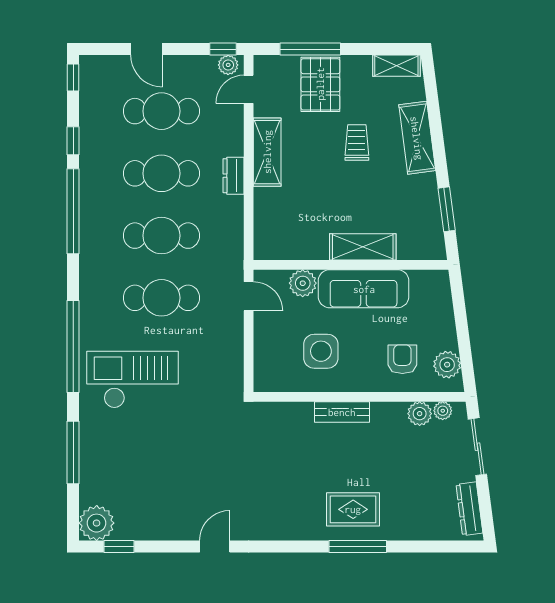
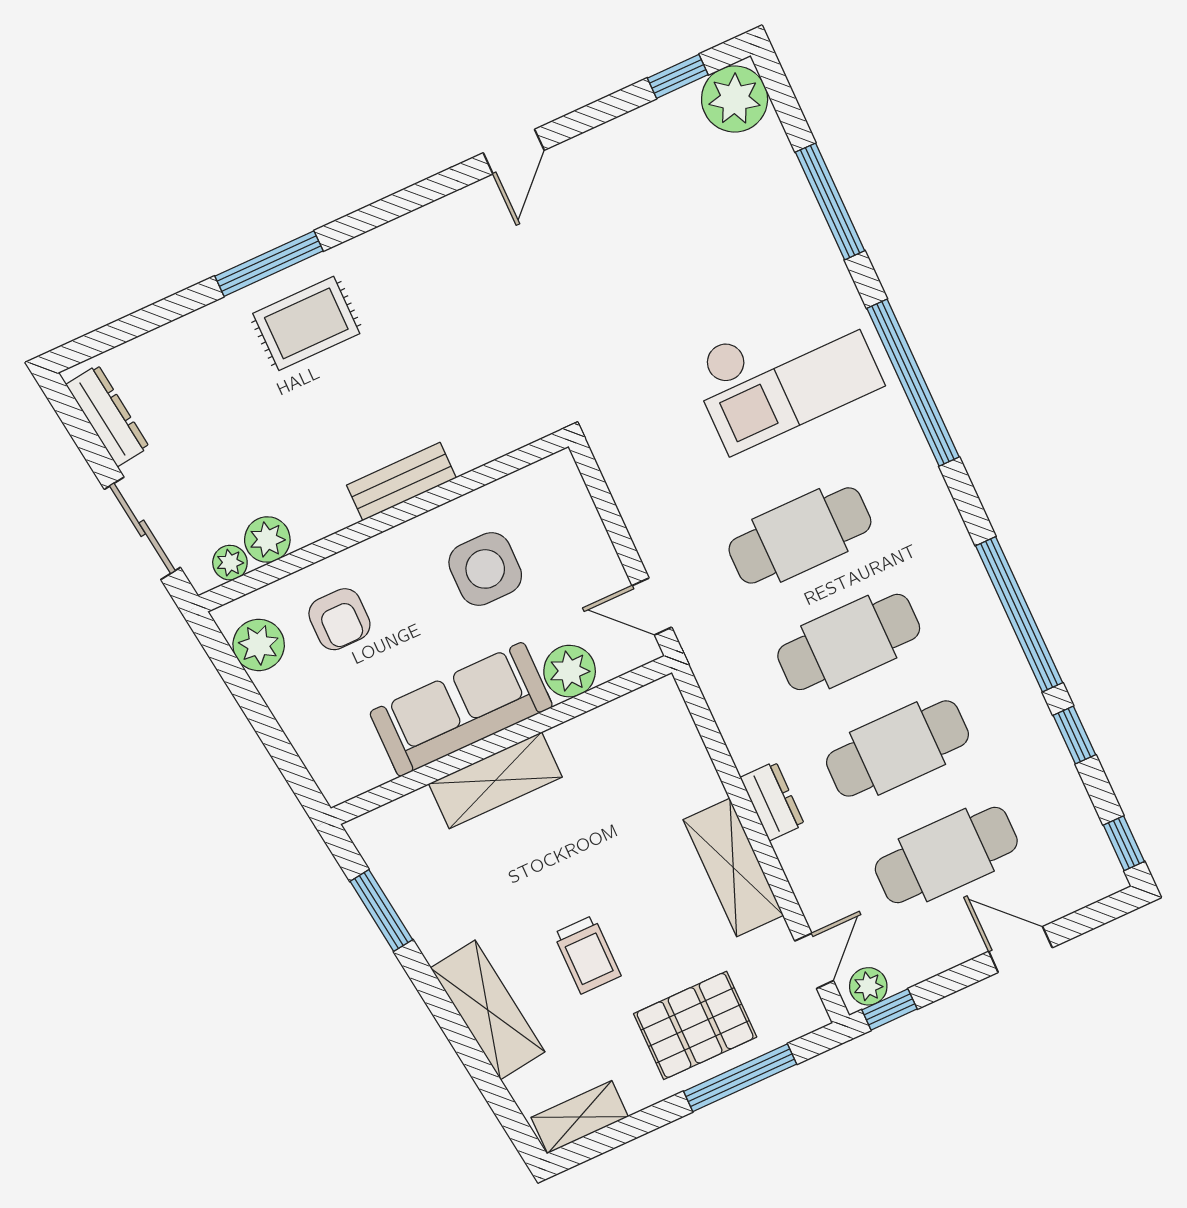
pallet: (320, 84) -> (695, 1025), turned 90

